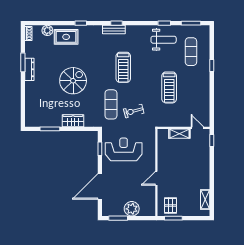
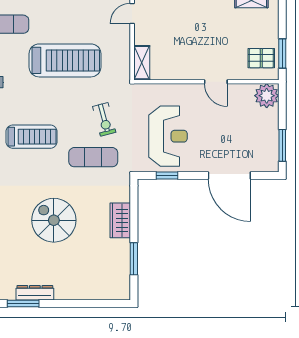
treadmill: (169, 87) -> (65, 60), width x1.37, depth x1.38
shelving: (179, 134) -> (142, 63), moved
reception desk: (124, 149) -> (168, 136), turned 180
plant: (132, 209) -> (267, 96), moved

